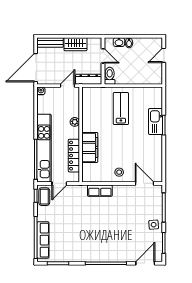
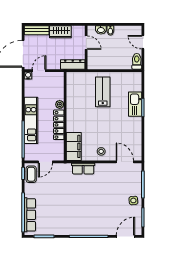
door: (164, 55) -> (143, 42), hinge flipped
toilet: (110, 76) -> (137, 61), moved
door: (67, 86) -> (39, 71), moved
filing cabinet: (90, 147) -> (74, 146), moved
kitchen unit: (44, 148) -> (31, 120), width x0.73
locker: (74, 156) -> (59, 125), moved

